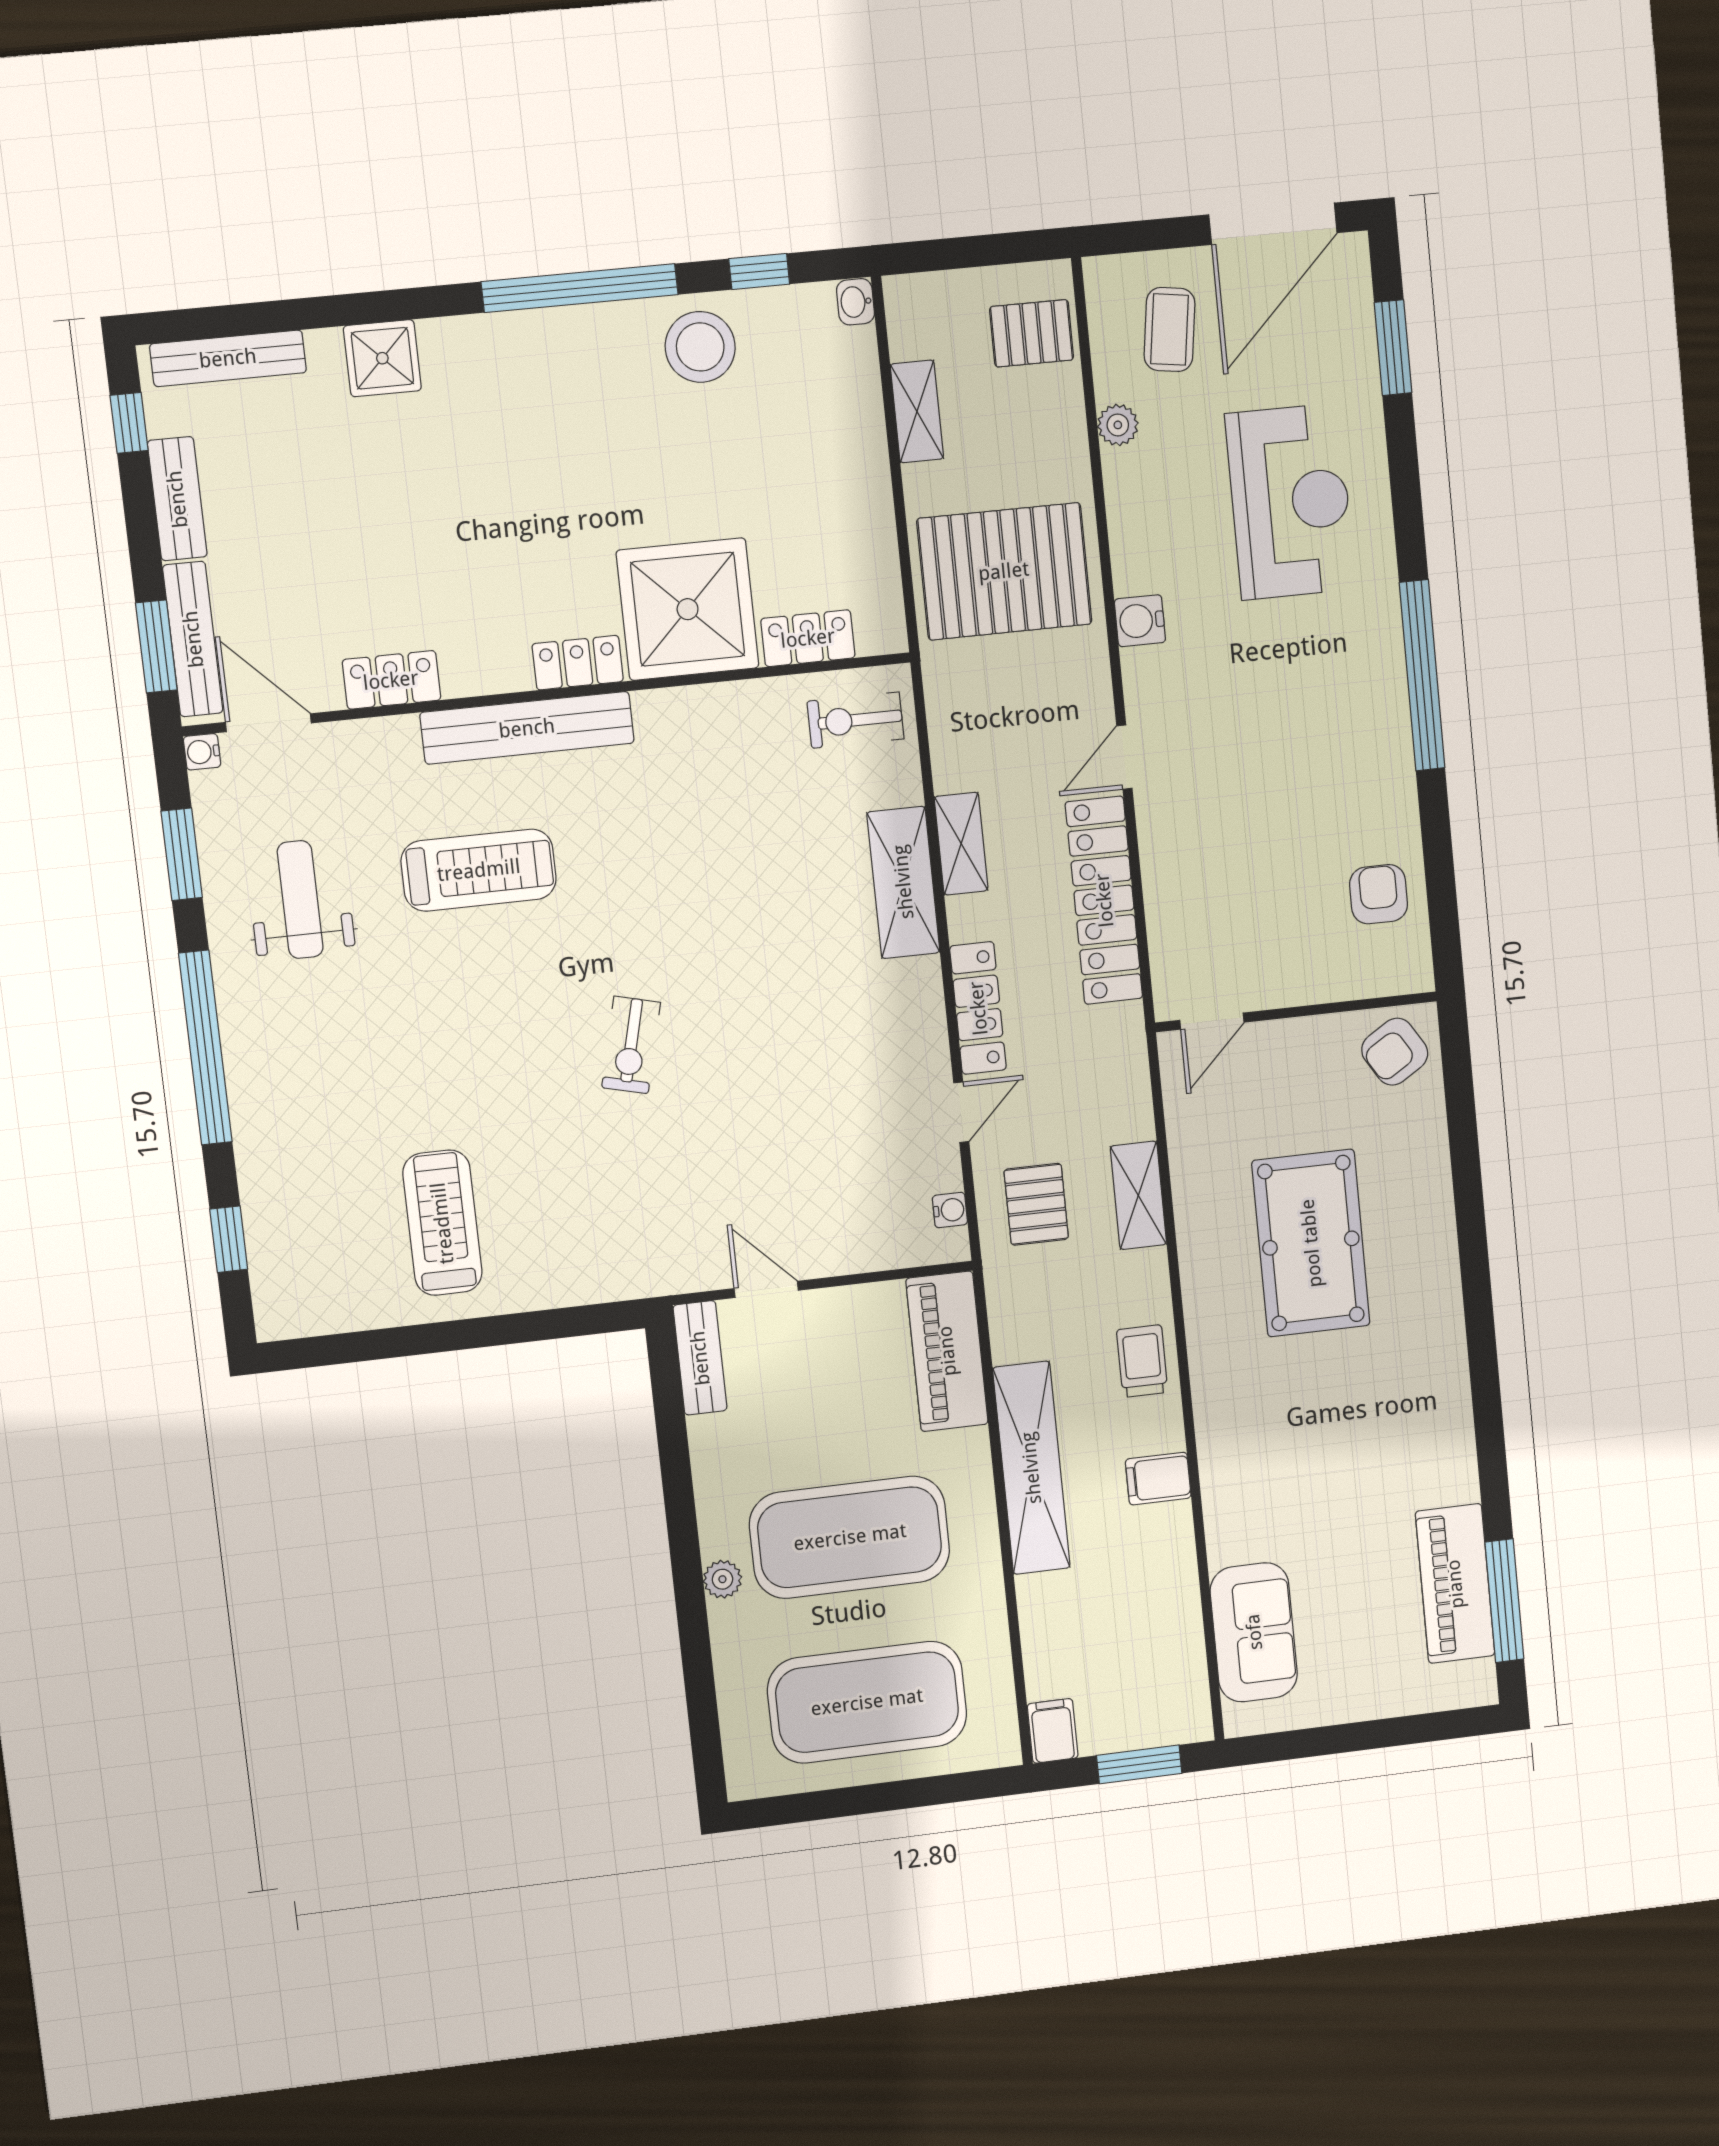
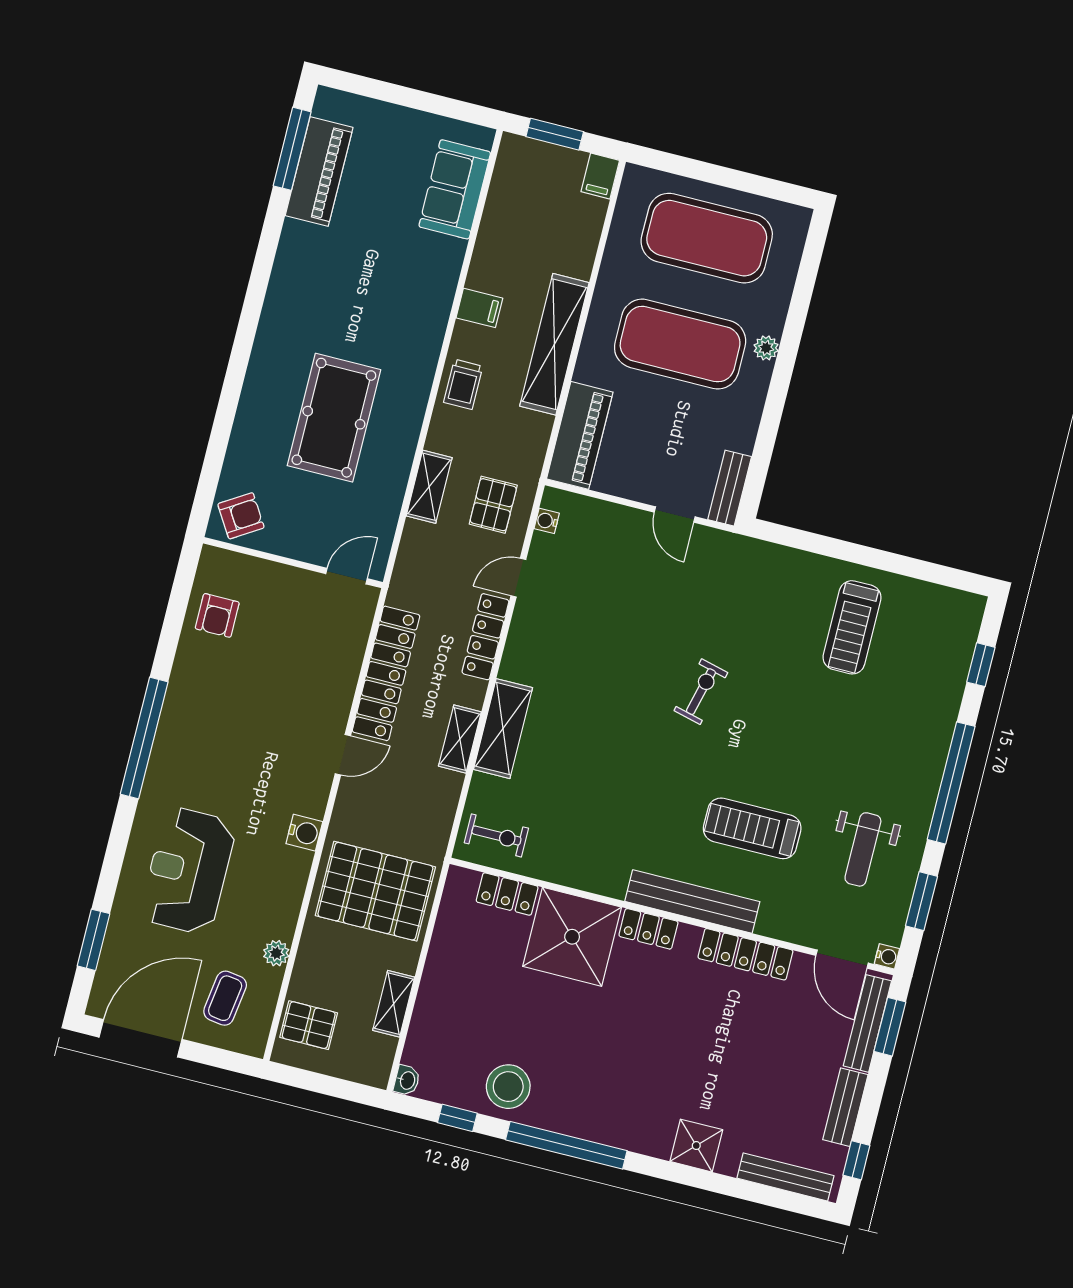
locker: (391, 680) -> (745, 954), width x1.53

